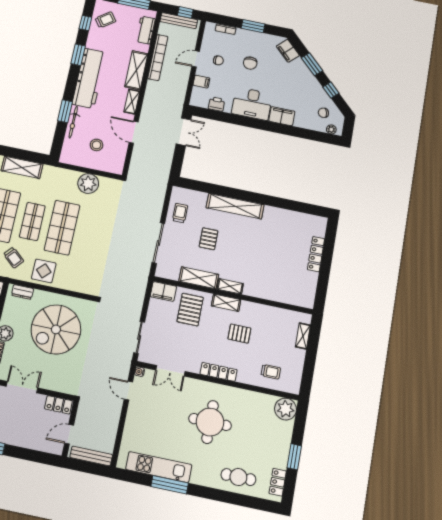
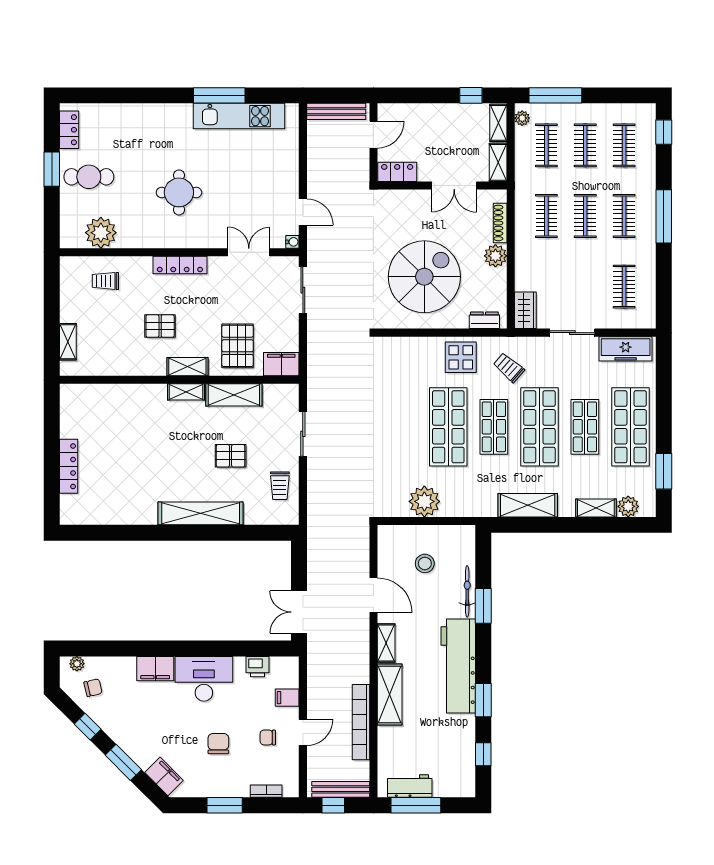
trolley: (105, 20) -> (454, 766), removed
workbench: (146, 30) -> (410, 786), moved, turned -90
pallet: (209, 239) -> (231, 456), turned 90
sliding door: (158, 243) -> (303, 434), width x0.73
plant: (286, 409) -> (101, 233), moved
round table: (210, 422) -> (179, 192), width x0.73, depth x0.73
cafe table: (238, 477) -> (89, 177), moved

